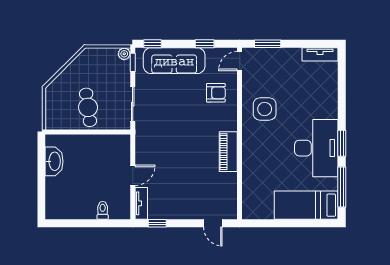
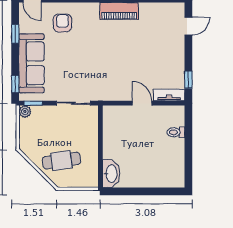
cafe table: (88, 107) -> (61, 161), moved
washbasin: (54, 161) -> (111, 174), moved, turned 90

